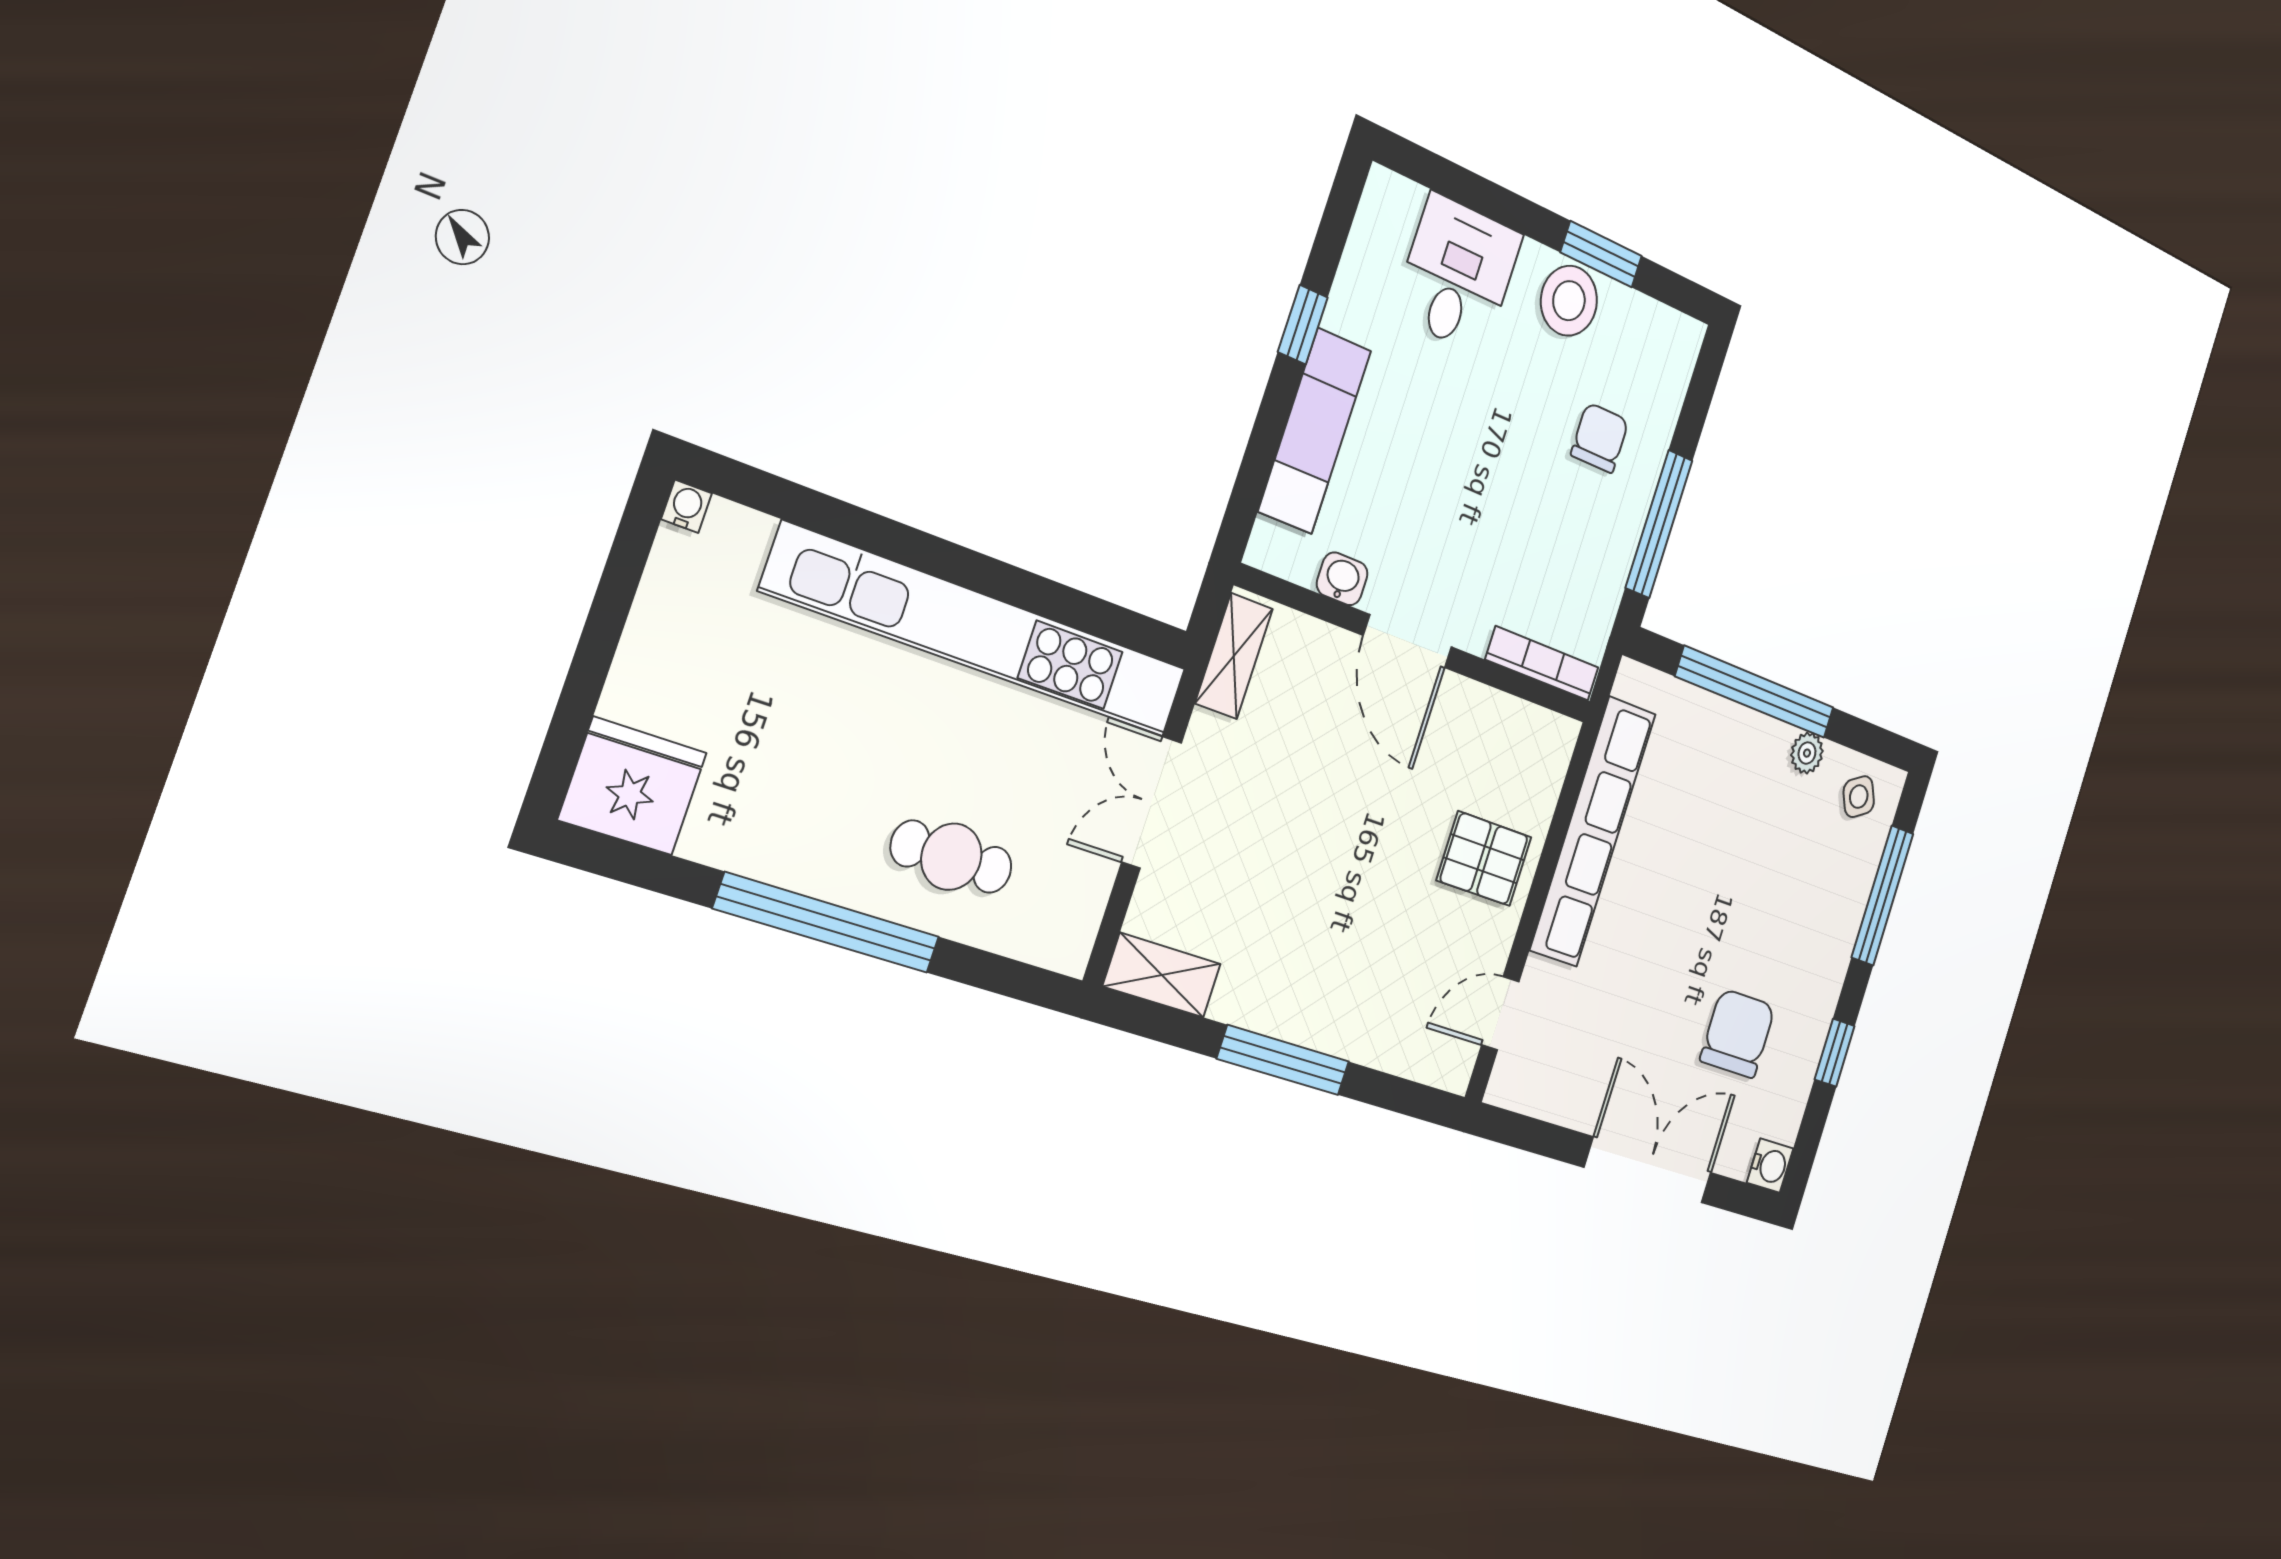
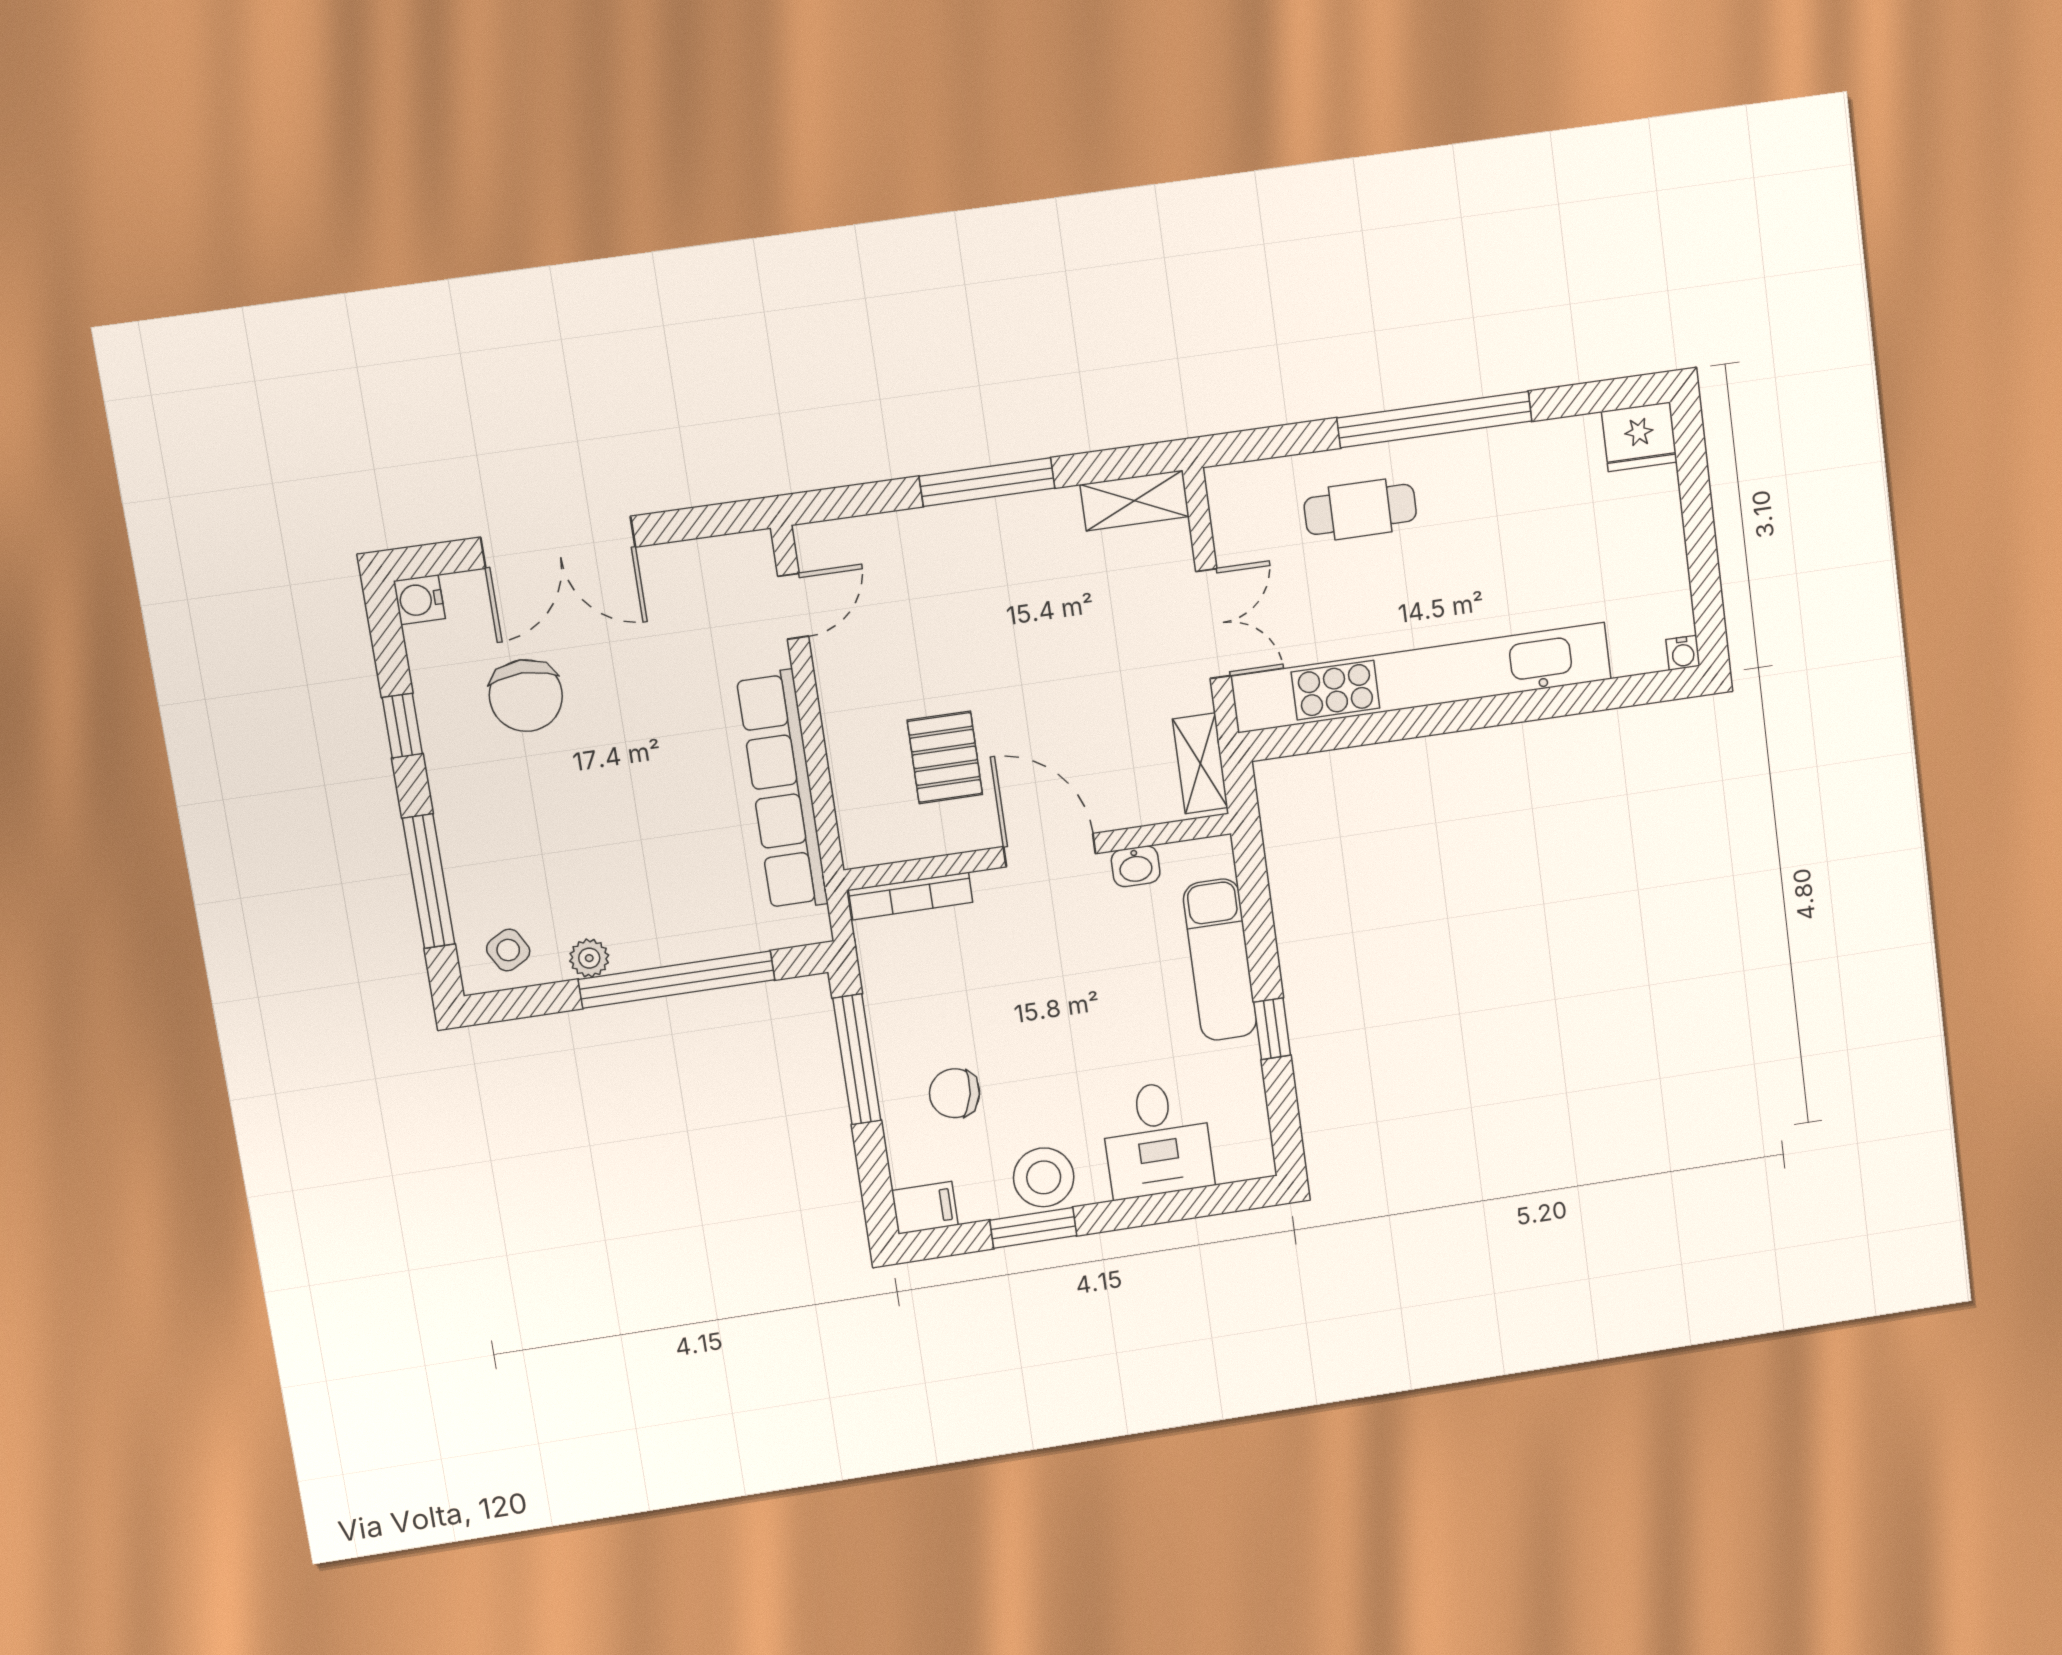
filing cabinet: (1676, 337) -> (925, 1208), added
chair: (1600, 438) -> (955, 1093), turned 101
fridge: (633, 786) -> (1639, 437), width x0.73, depth x0.75
pallet: (1484, 859) -> (945, 757), moved, turned 90

